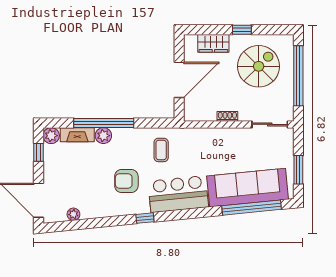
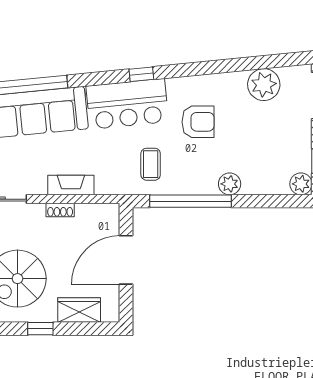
window: (104, 123) -> (191, 201), moved
fireplace: (77, 135) -> (71, 185), moved
plant: (73, 214) -> (264, 85), width x1.88, depth x1.88
window: (145, 218) -> (141, 74), moved

